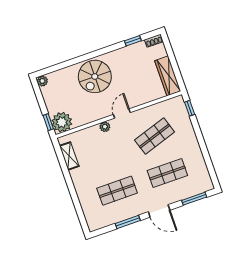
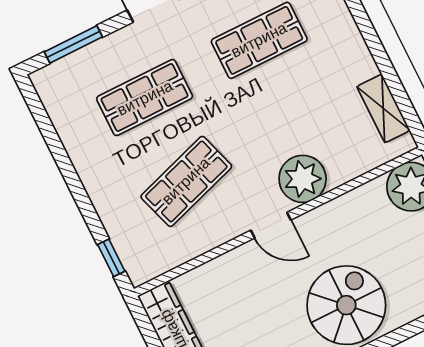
door: (122, 114) -> (271, 225), hinge flipped
plant: (105, 127) -> (303, 179), width x1.88, depth x1.88

